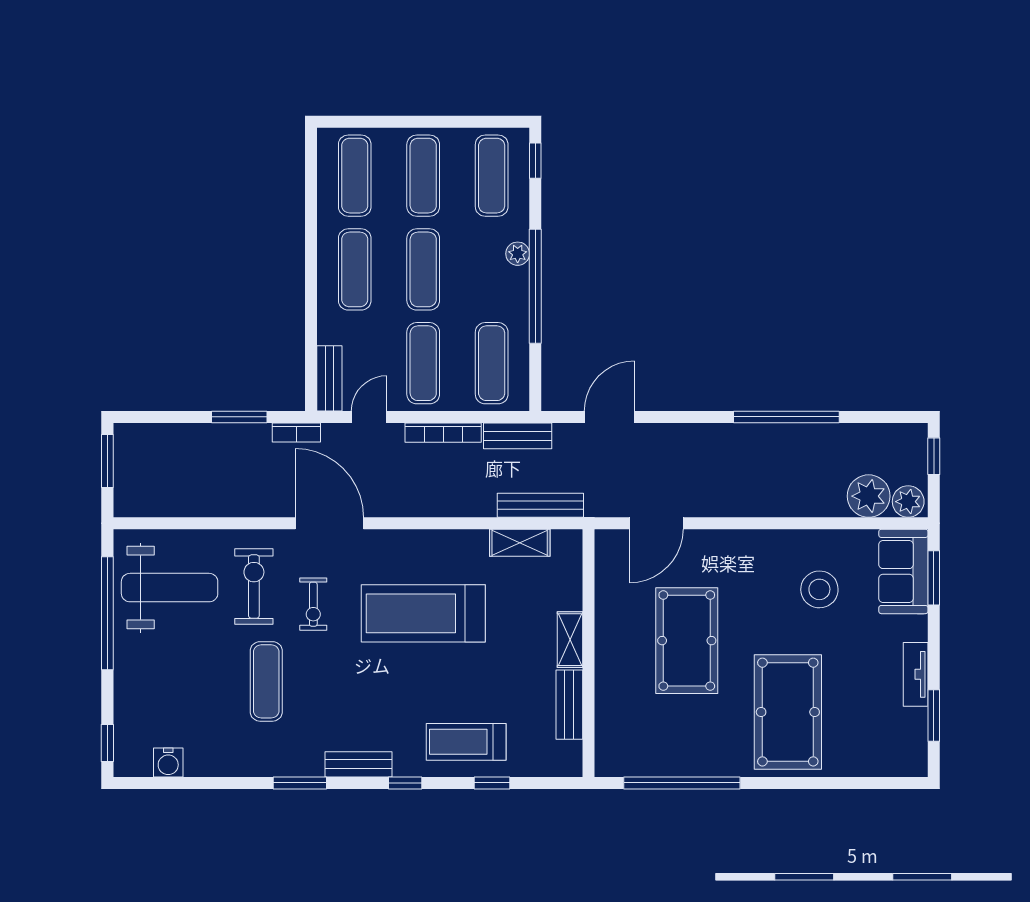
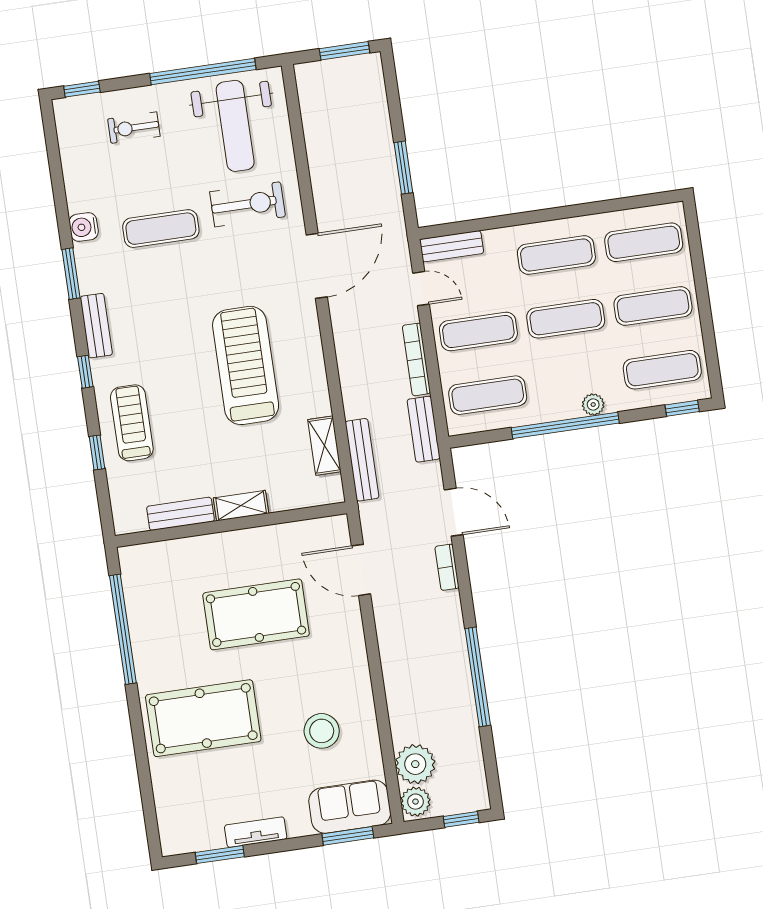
bookcase: (296, 432) -> (447, 567), moved
exercise bike: (313, 604) -> (134, 128), moved
water cooler: (168, 762) -> (84, 227), moved

